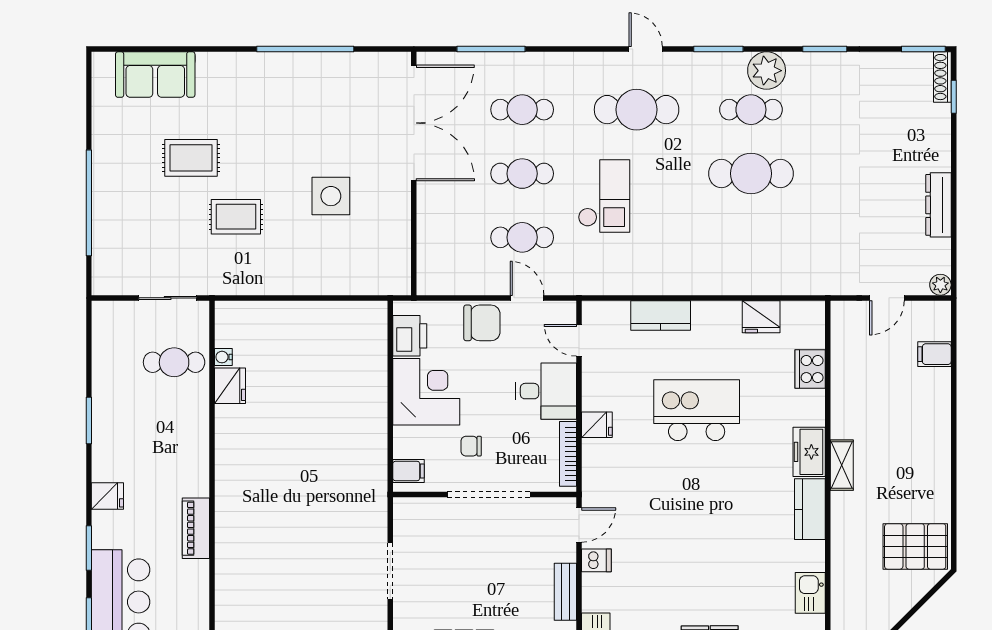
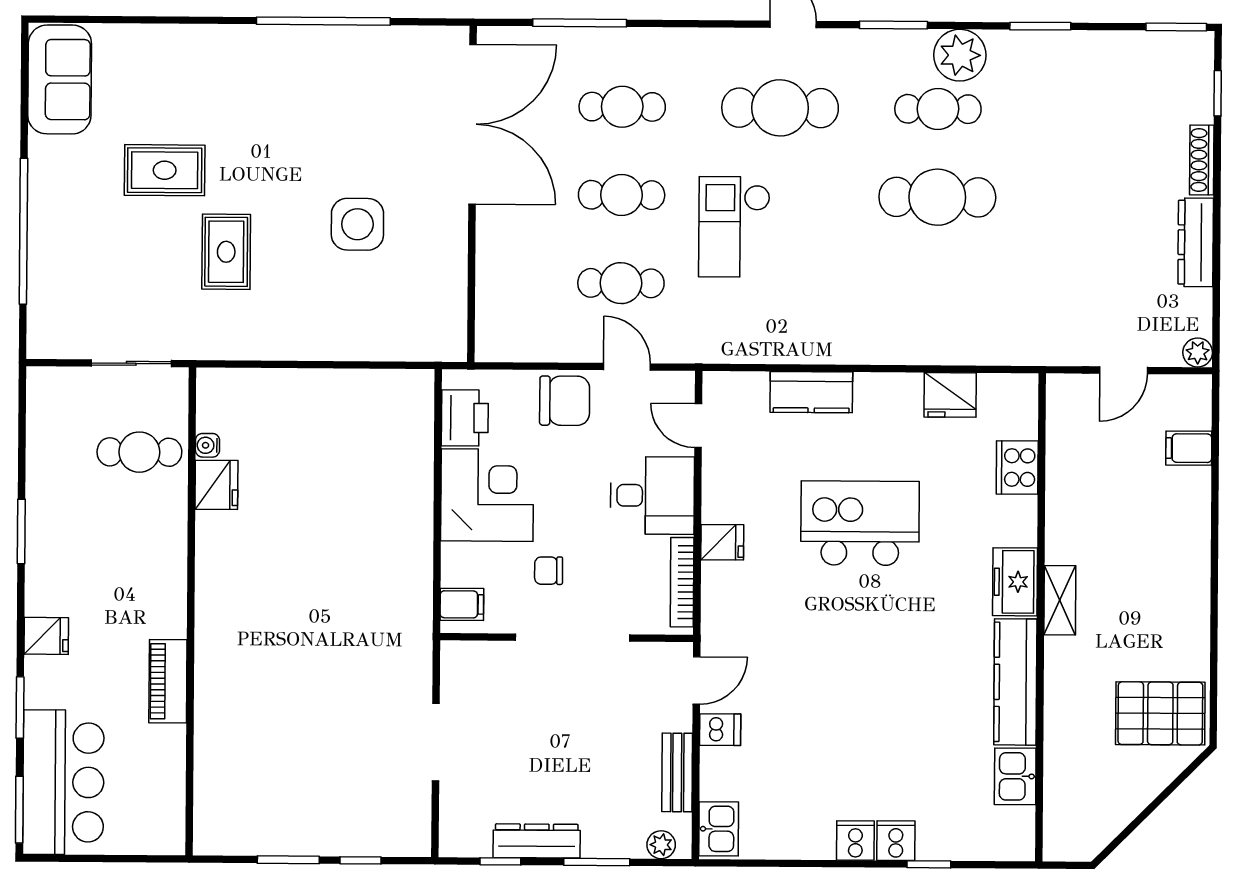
sofa: (155, 75) -> (60, 79), moved, turned -90
shoe rack: (942, 77) -> (1202, 160), moved
checkout: (604, 196) -> (734, 227), turned 180
rug: (236, 217) -> (226, 252), turned 90
kitchen counter: (810, 509) -> (1015, 682), width x1.50

